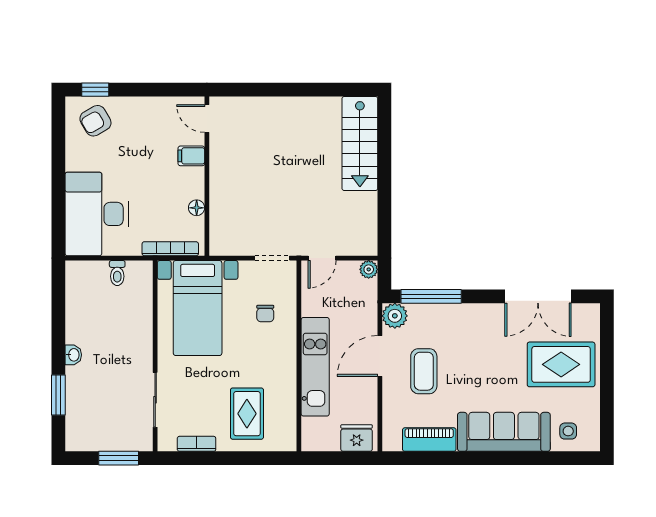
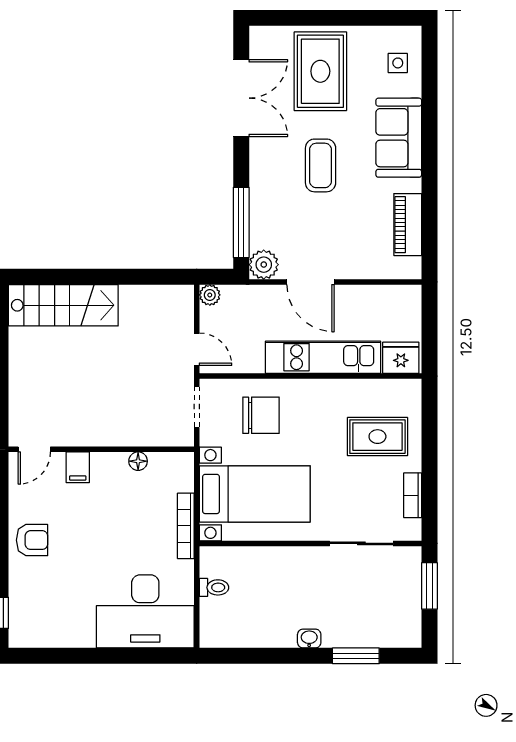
door: (207, 119) -> (34, 449), moved
armchair: (95, 121) -> (32, 540), moved, turned -60
filing cabinet: (191, 156) -> (78, 467), moved
wall: (207, 176) -> (101, 449), moved
floor lamp: (197, 208) -> (138, 461), moved
chair: (265, 313) -> (261, 415), width x1.87, depth x1.87
coffee table: (424, 371) -> (321, 165), moved, turned 90
sofa: (504, 432) -> (399, 138), width x0.73
fridge: (357, 438) -> (401, 358), moved, turned 90

